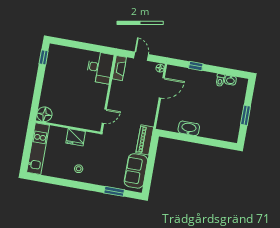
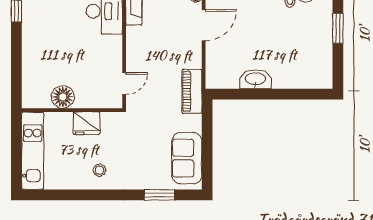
floor lamp: (44, 114) -> (63, 97), moved
window: (246, 115) -> (338, 28), moved
piano: (145, 140) -> (192, 91), moved

